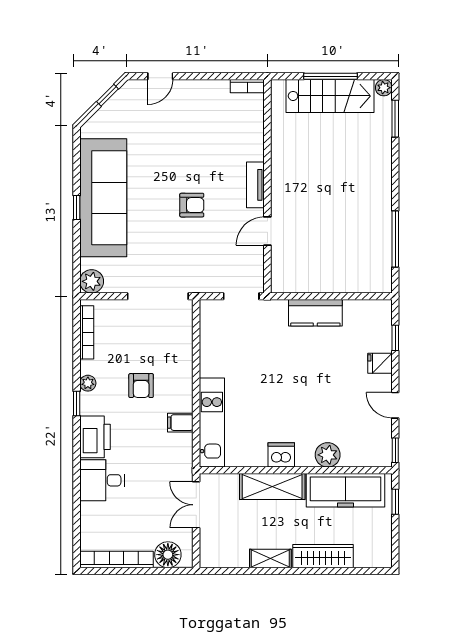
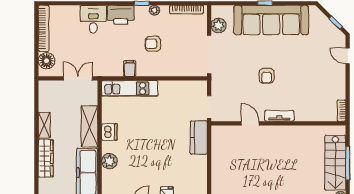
plant: (92, 281) -> (219, 26), moved
kitchen counter: (315, 313) -> (199, 138), moved

